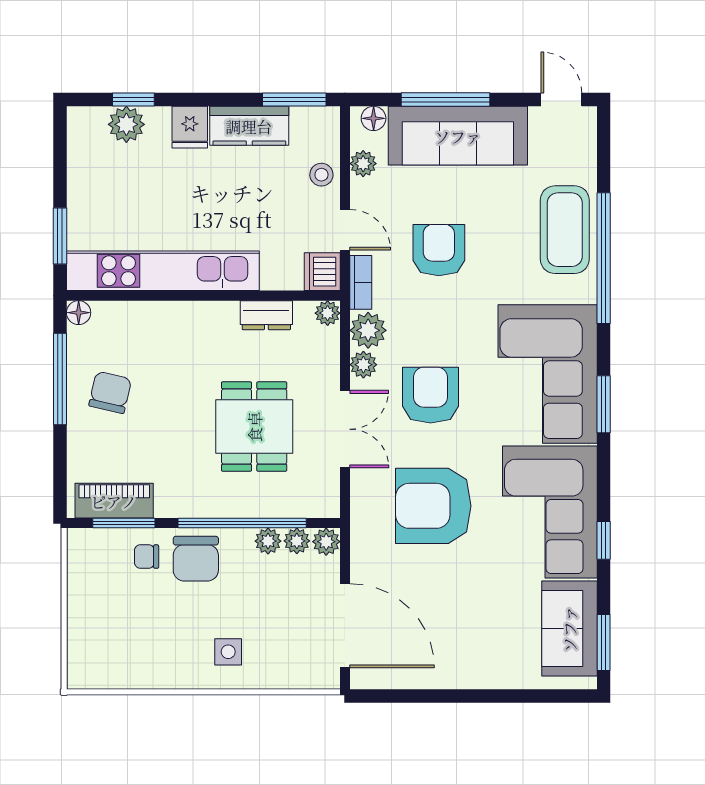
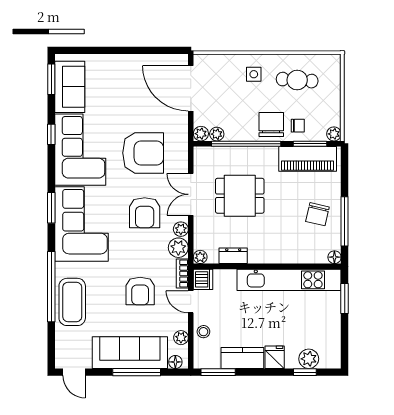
dining table: (254, 427) -> (240, 196), turned 90
piano: (114, 501) -> (308, 159), width x1.37, depth x1.33
plant: (268, 541) -> (334, 134), moved
cafe table: (148, 641) -> (297, 80), added

